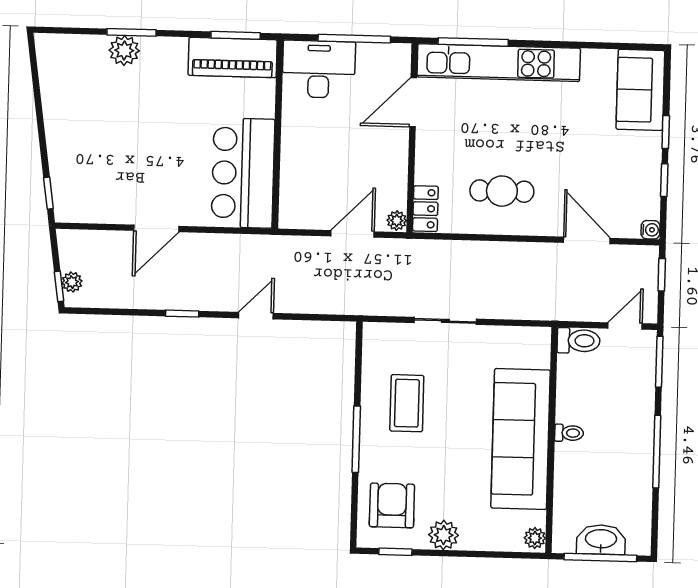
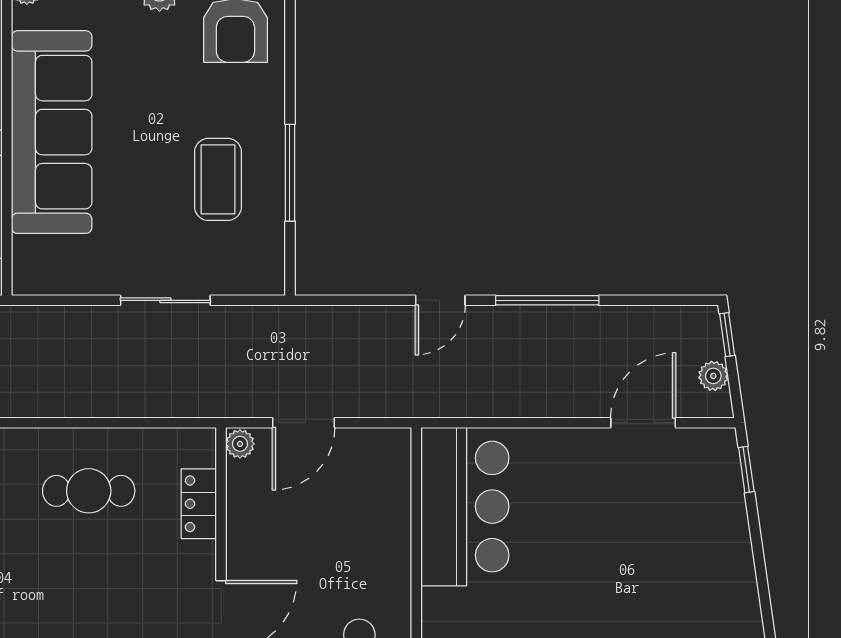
locker: (425, 209) -> (199, 504), moved
door: (156, 228) -> (643, 423), moved
plant: (72, 282) -> (713, 376), moved
window: (182, 314) -> (547, 300), width x2.17
window: (356, 439) -> (290, 173), moved

